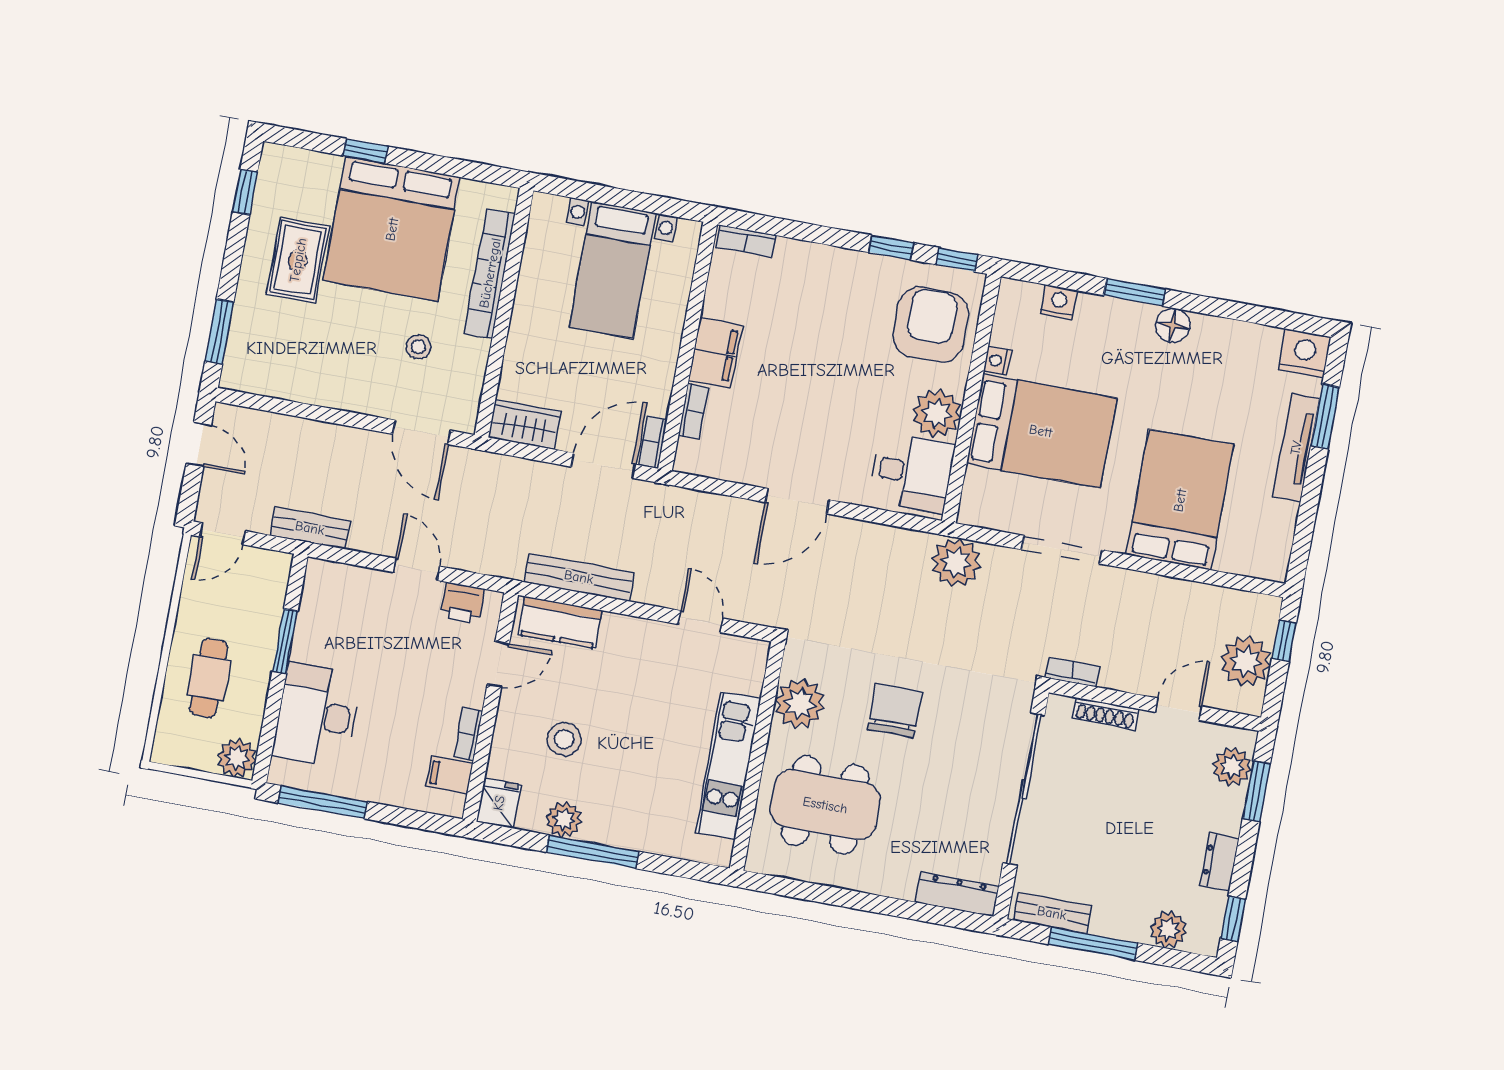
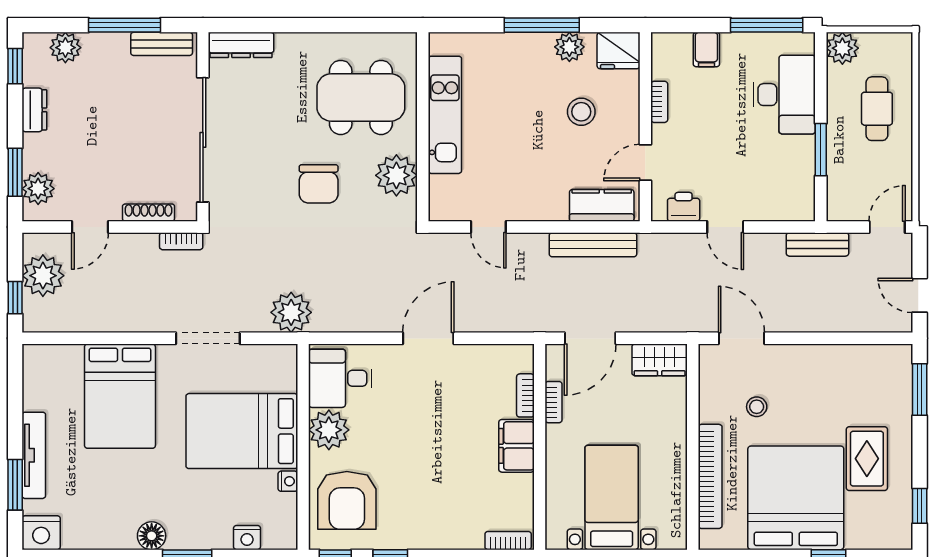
bookcase: (653, 442) -> (554, 402), moved
filing cabinet: (449, 775) -> (706, 50), moved, turned 90
fridge: (499, 803) -> (619, 51), width x1.38

